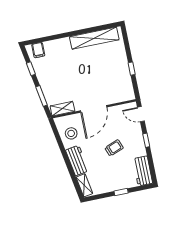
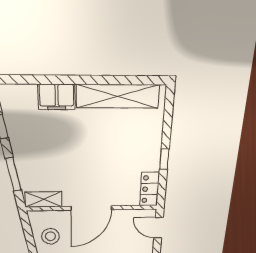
filing cabinet: (38, 50) -> (57, 97), moved, width x2.00
locker: (128, 89) -> (150, 189), added

